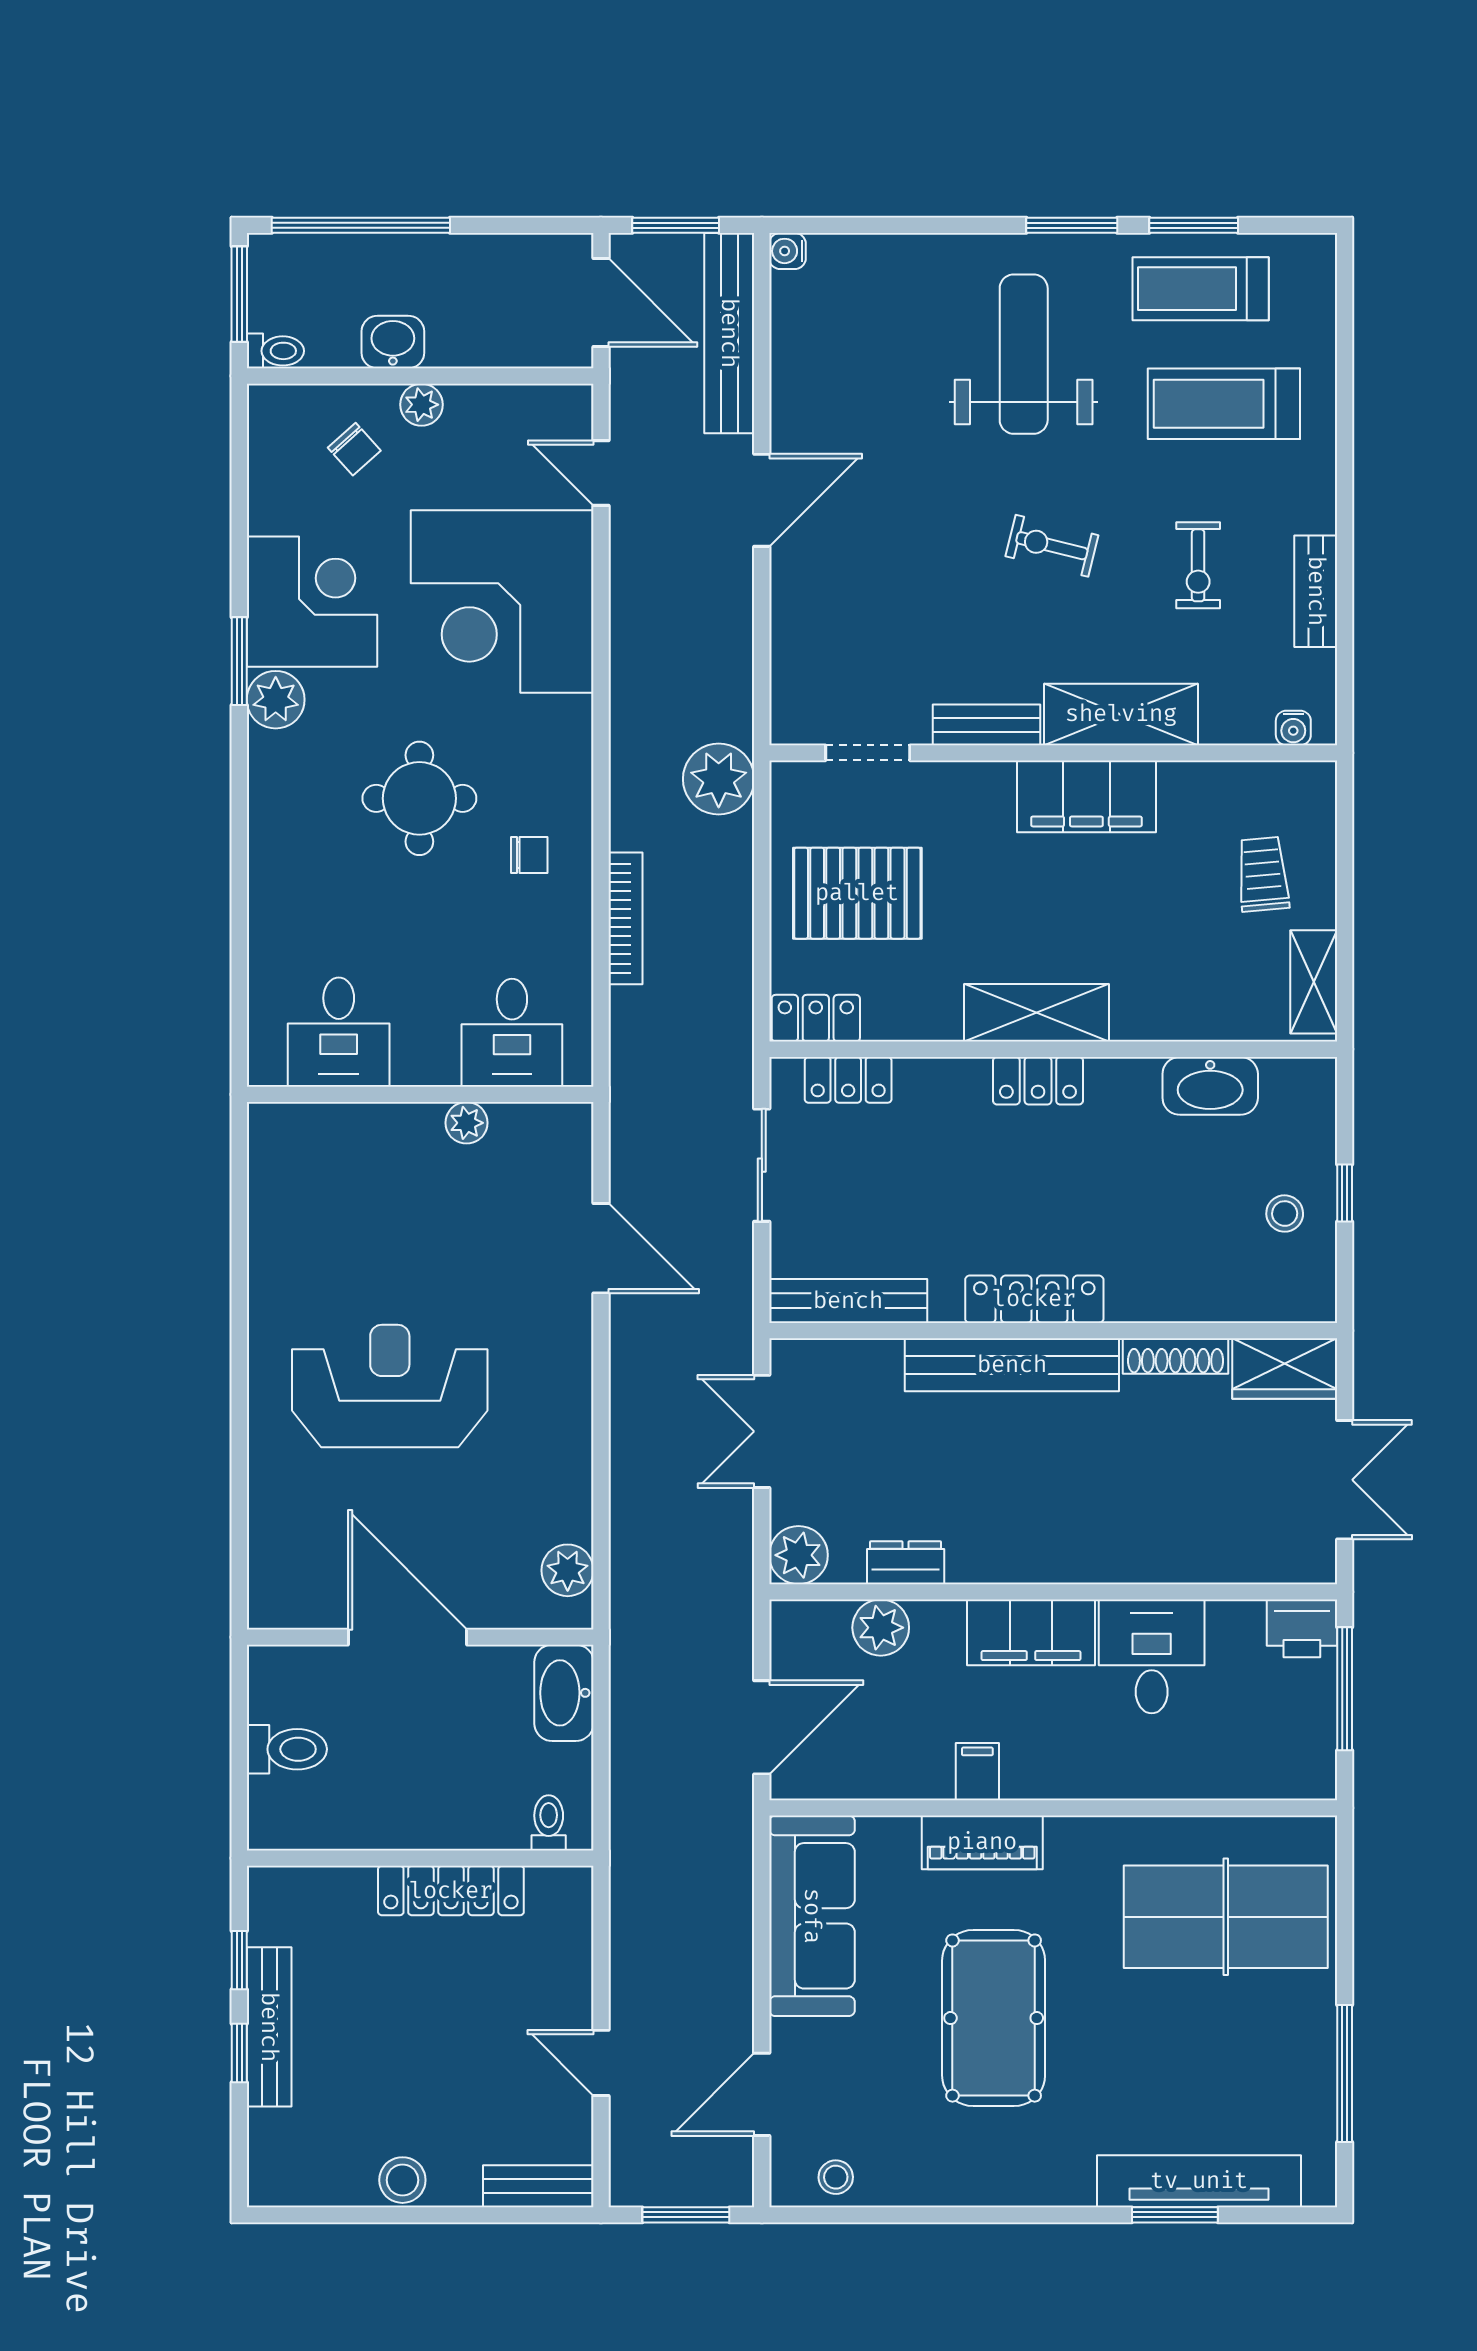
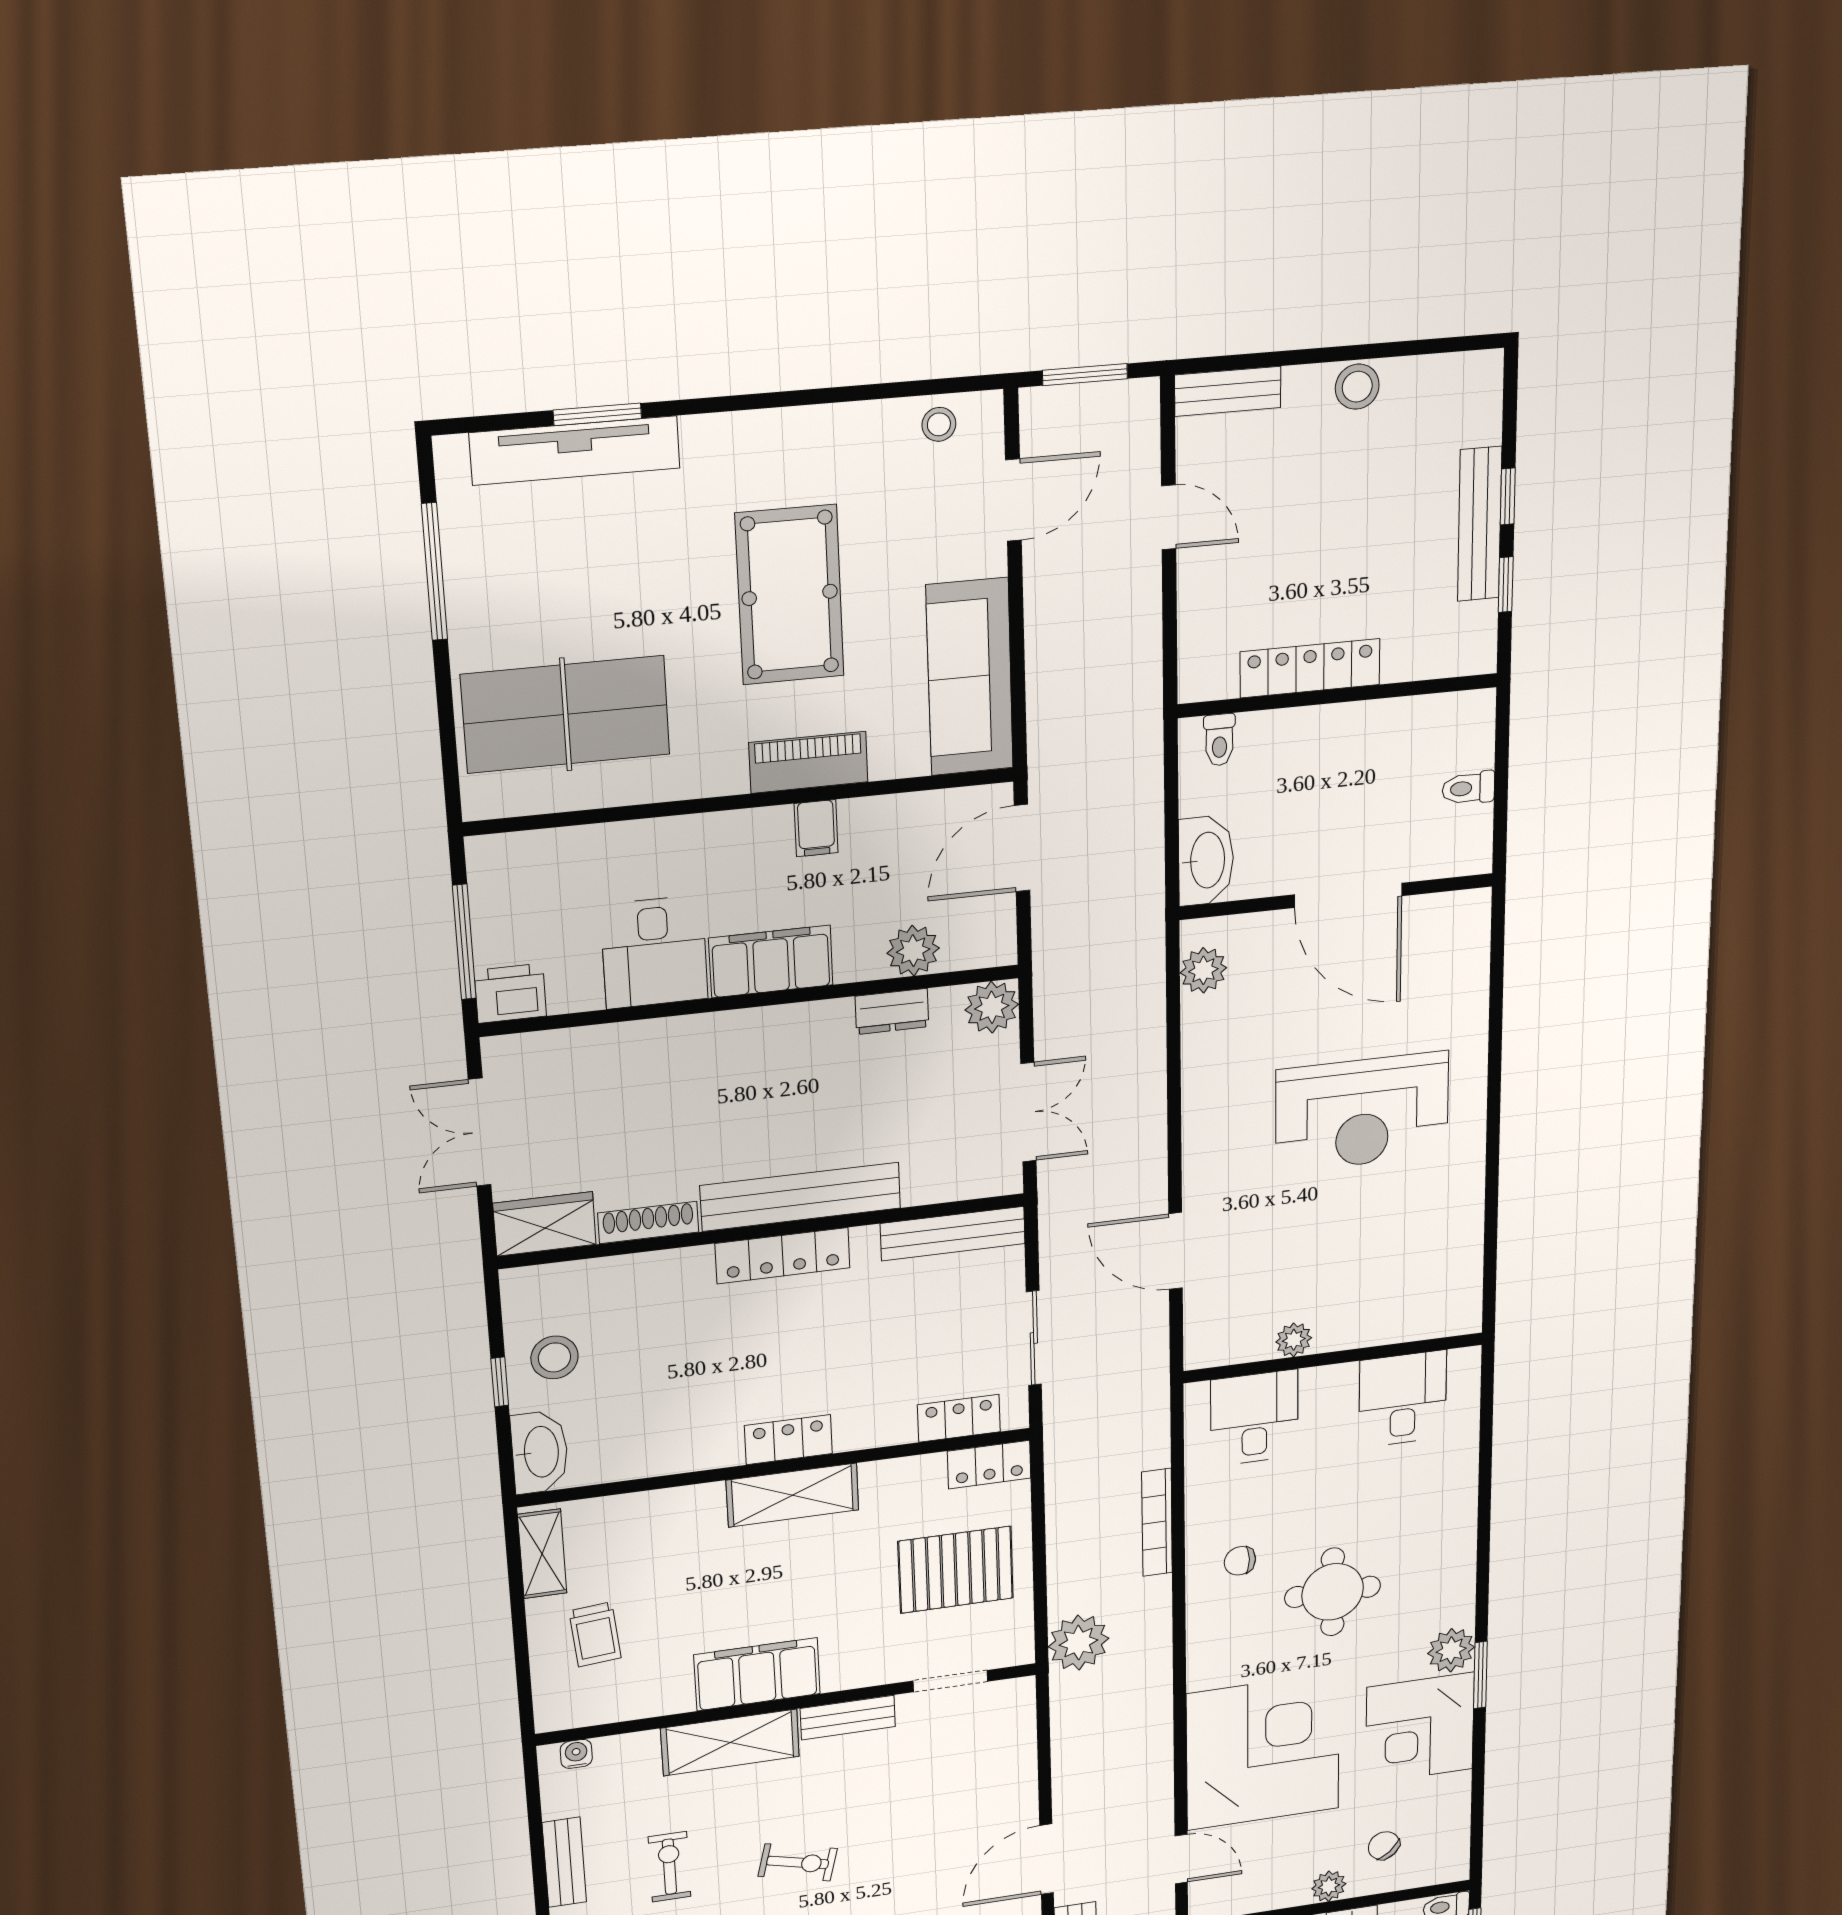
washbasin: (1210, 1086) -> (540, 1452), moved, turned 90
stool: (1285, 1214) -> (554, 1357), width x1.37, depth x1.37
toilet: (287, 1749) -> (1468, 788), width x0.73, depth x0.72

